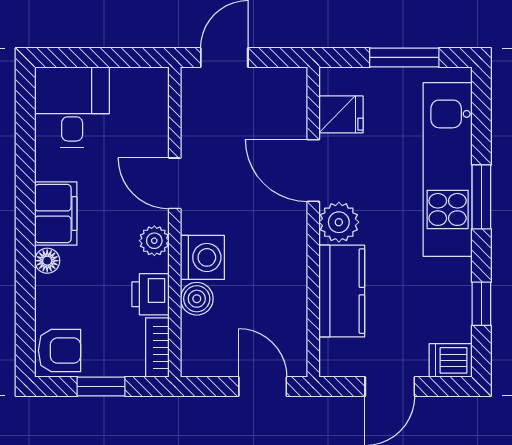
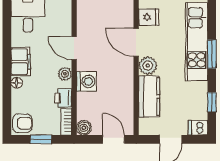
boiler: (197, 299) -> (84, 128), moved

